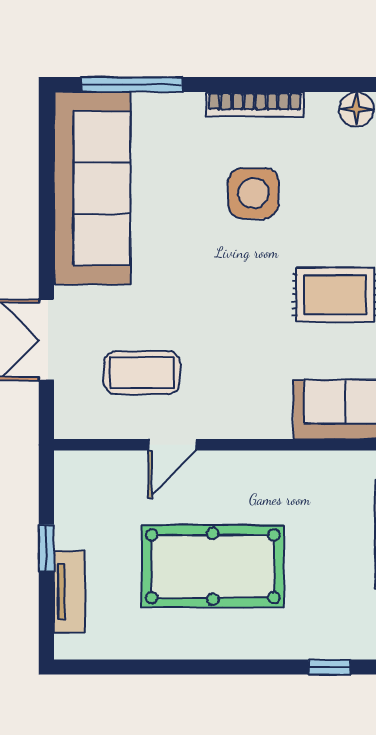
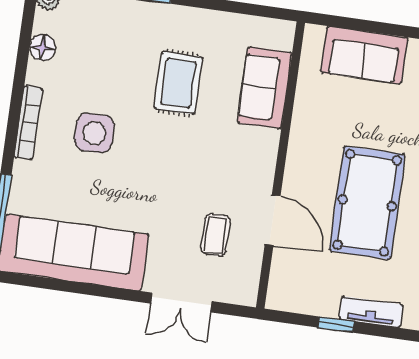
coffee table: (142, 373) -> (216, 235), width x0.73, depth x0.77
door: (172, 445) -> (273, 220), width x1.38

